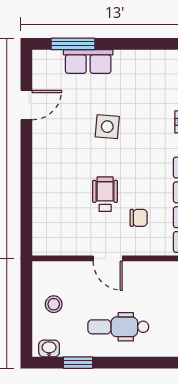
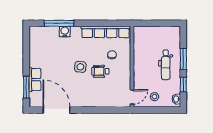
door: (26, 105) -> (56, 110), width x1.87
side table: (107, 127) -> (80, 67), moved
door: (108, 258) -> (132, 97), moved
window: (130, 363) -> (183, 59), added

